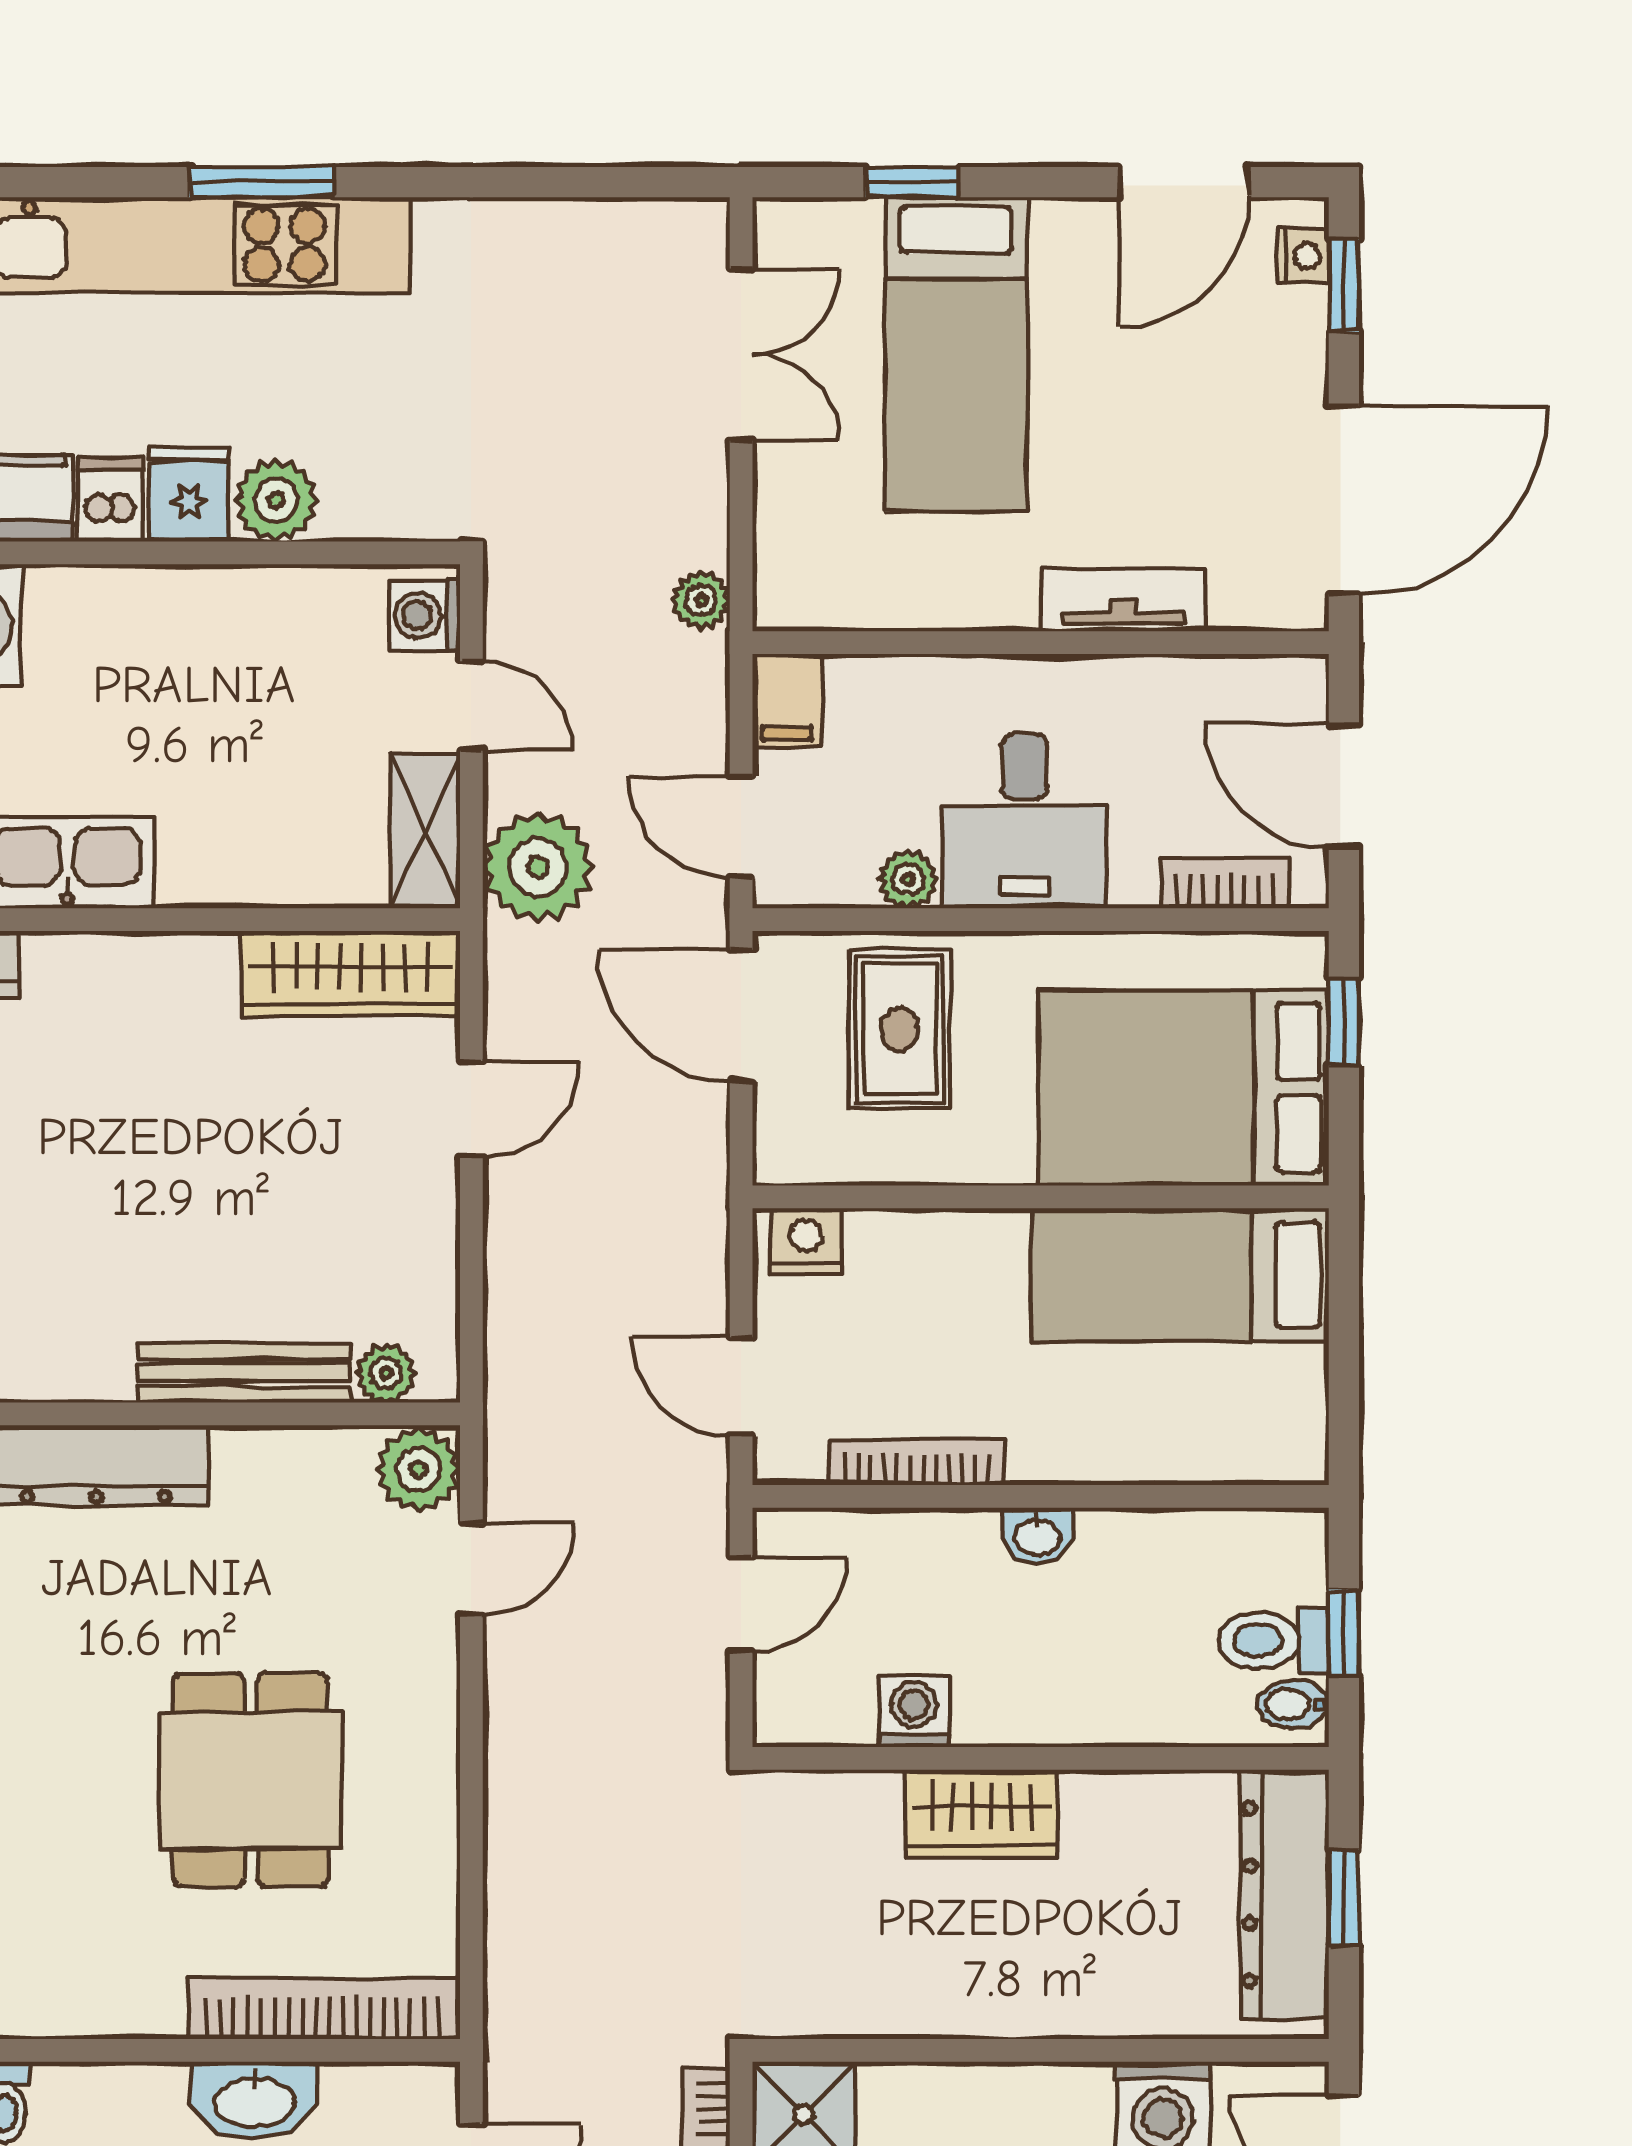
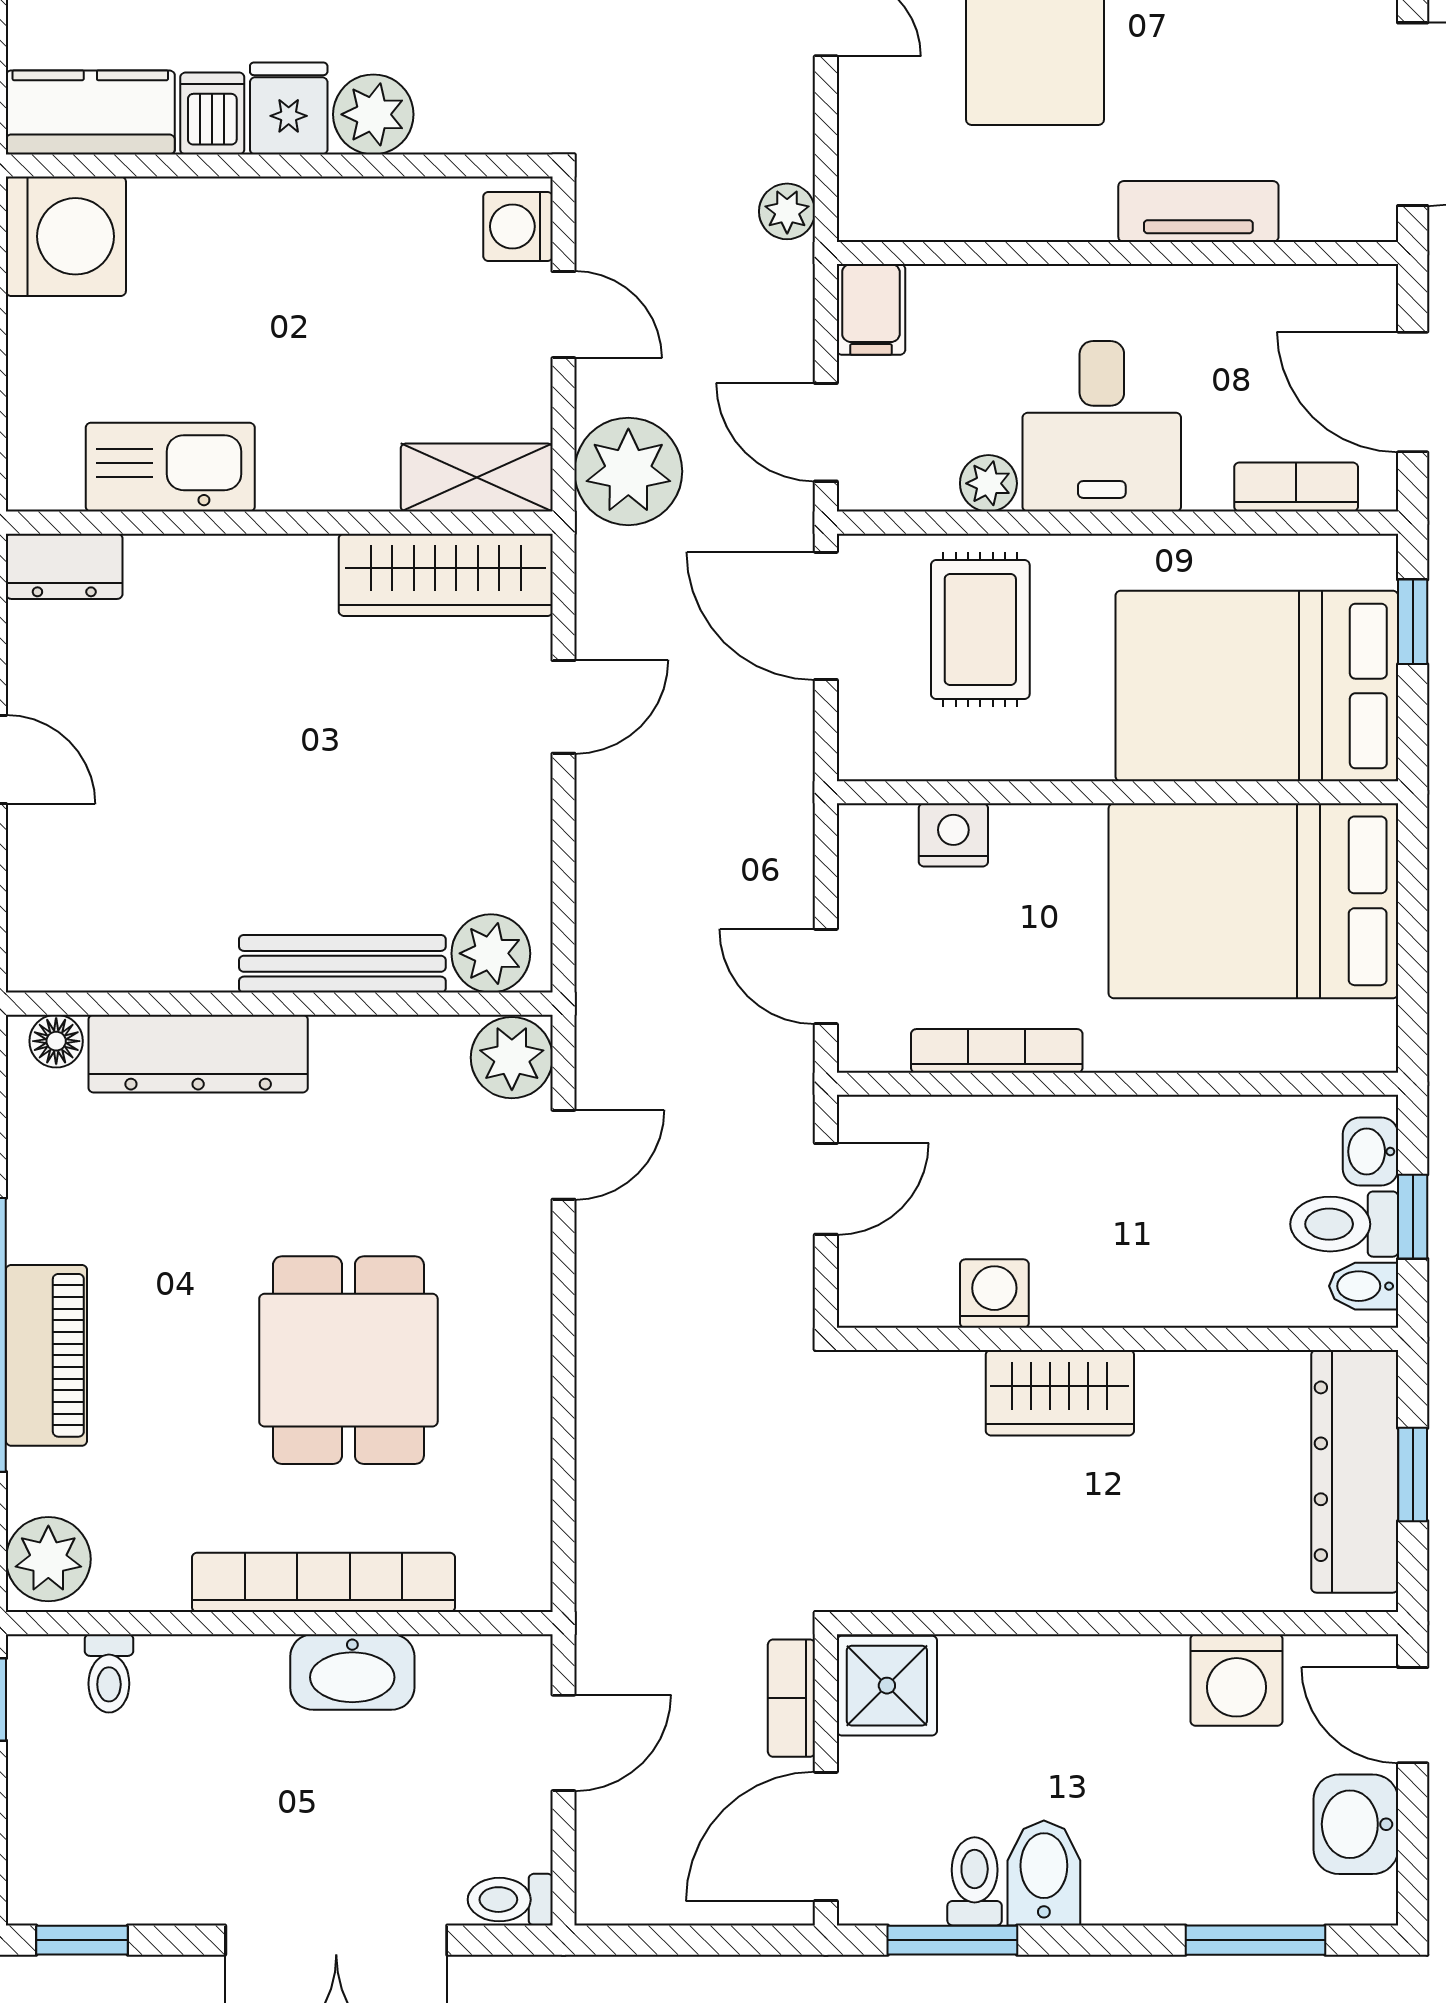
shelving: (425, 831) -> (477, 478), moved, turned 90
nightstand: (806, 1241) -> (953, 835), moved
bed: (1180, 1275) -> (1253, 901), width x1.50
plant: (386, 1373) -> (491, 953), width x1.38, depth x1.38
washbasin: (1037, 1536) -> (1370, 1152), moved, turned 90
bookcase: (322, 2009) -> (323, 1582), moved

